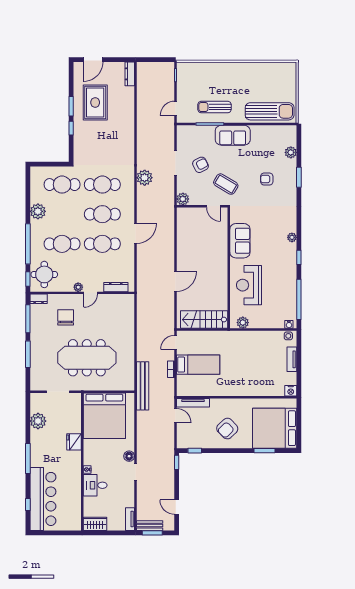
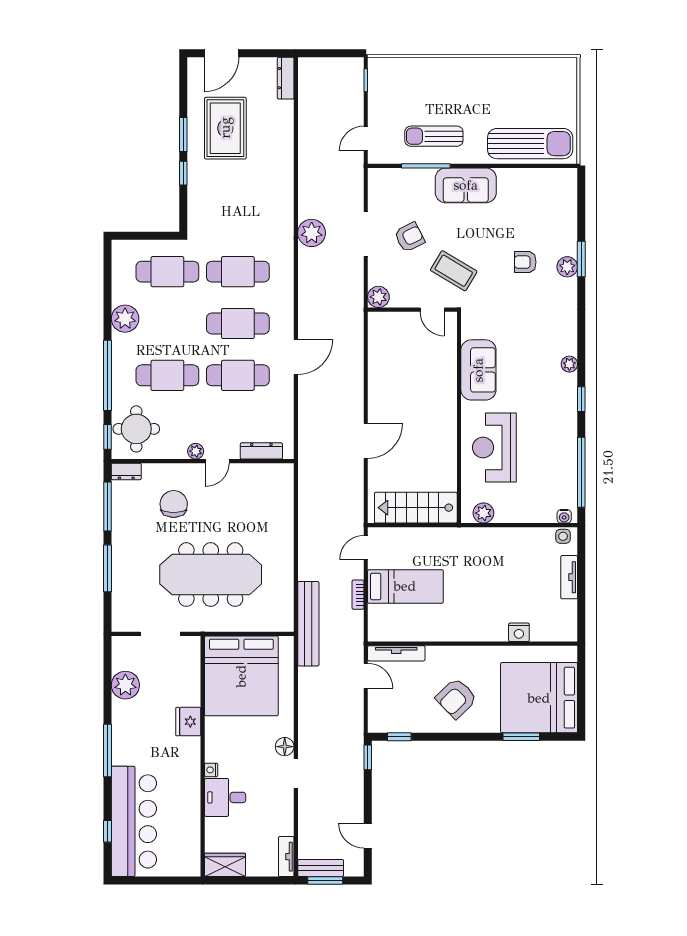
plant: (291, 152) -> (567, 267), moved
plant: (145, 178) -> (312, 233), moved
nightstand: (291, 391) -> (519, 632), moved

